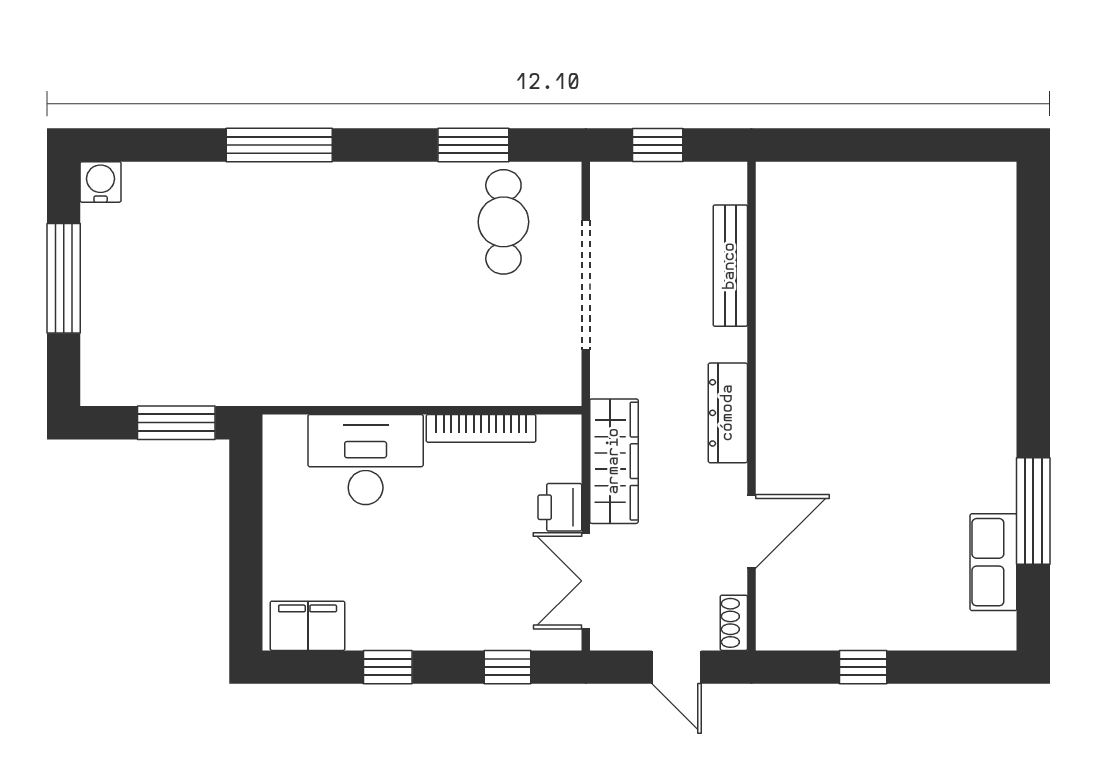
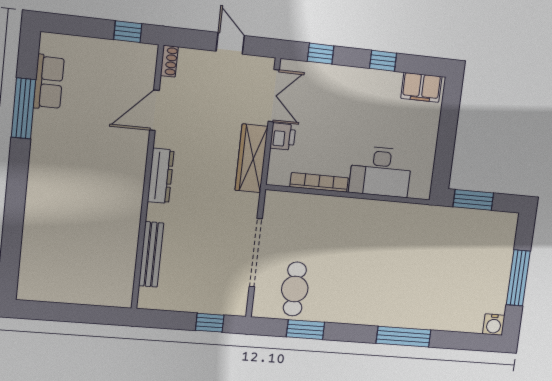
bench: (730, 266) -> (151, 254), moved
wall: (751, 406) -> (147, 178), moved
dresser: (728, 413) -> (161, 176), moved
door: (751, 531) -> (154, 110), moved
shoe rack: (734, 623) -> (169, 61), moved

